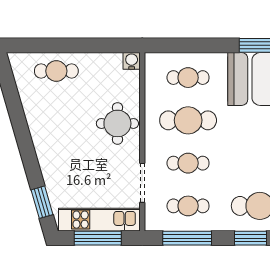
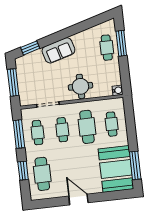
window: (52, 45) -> (121, 43), added
sofa: (52, 154) -> (58, 50), added
kitchen unit: (99, 220) -> (24, 82), removed

